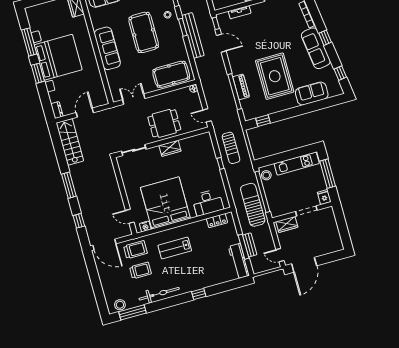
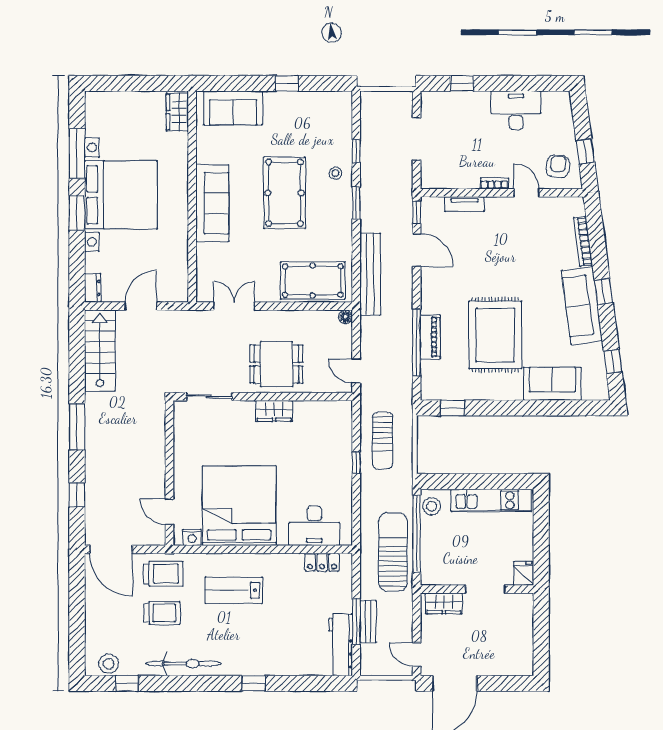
bench: (193, 35) -> (370, 274), moved
window: (328, 174) -> (541, 533), removed
window: (132, 312) -> (127, 683), width x0.46

